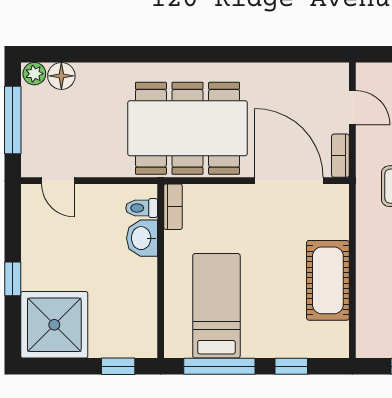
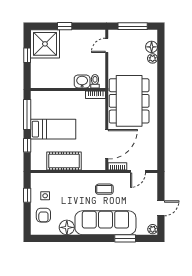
plant: (34, 74) -> (153, 58), moved
bed: (216, 306) -> (53, 129), moved
window: (118, 366) -> (27, 55), moved

